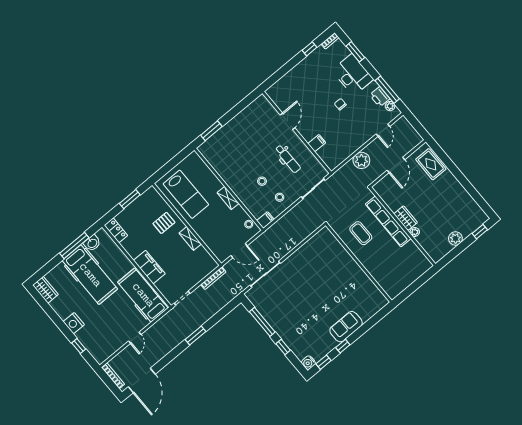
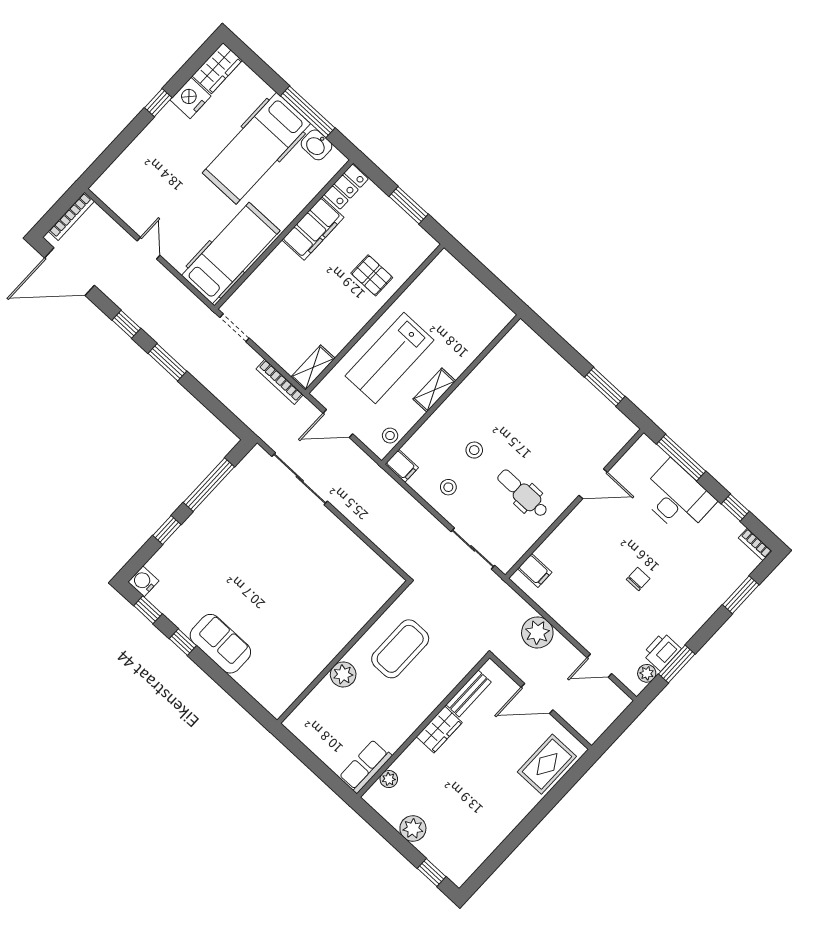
window: (280, 74) -> (681, 458), added
desk: (353, 75) -> (677, 498), moved, turned -90
window: (387, 90) -> (677, 664), width x0.69
window: (211, 131) -> (605, 387), moved
filing cabinet: (317, 143) -> (535, 570), moved
dental chair: (288, 159) -> (523, 493), turned 90
lab bench: (186, 194) -> (390, 358), moved
bench: (389, 200) -> (469, 693), added
row of seats: (388, 221) -> (366, 766), moved, width x0.50
plant: (415, 232) -> (389, 779), moved
coffee table: (361, 233) -> (400, 649), width x1.36, depth x1.32
shelving: (190, 238) -> (313, 368), moved
door: (239, 251) -> (338, 424), hinge flipped
plant: (370, 265) -> (343, 674), added
filing cabinet: (149, 267) -> (313, 229), moved
nightstand: (74, 323) -> (190, 98), moved
door: (135, 338) -> (149, 248), swing flipped
window: (79, 346) -> (158, 103), moved
window: (173, 354) -> (126, 324), added

